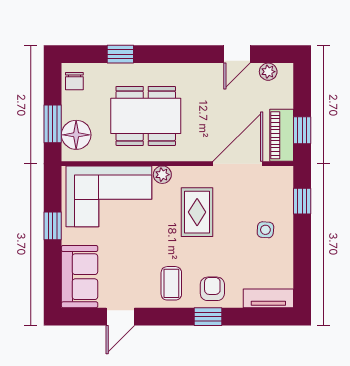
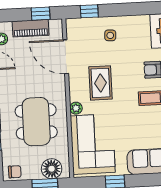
piano: (282, 135) -> (31, 28), moved
rug: (197, 212) -> (101, 83), turned 90

